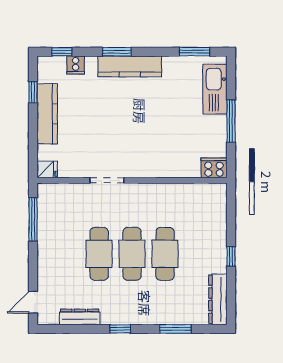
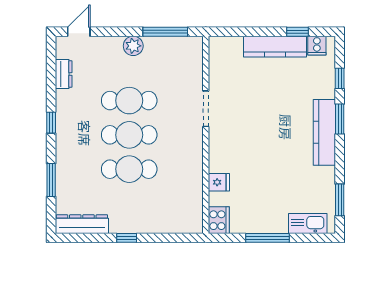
window: (62, 52) -> (340, 78), moved
cooker: (76, 65) -> (317, 46), moved, turned -90
kitchen sink: (215, 89) -> (308, 224), width x0.73, depth x0.81
fridge: (47, 169) -> (219, 182), moved, turned -90
plant: (47, 250) -> (133, 46), added
door: (33, 302) -> (79, 32), hinge flipped
dresser: (80, 317) -> (64, 74), width x0.70

